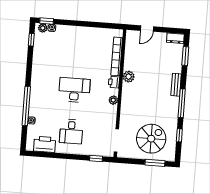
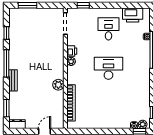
printer: (114, 82) -> (72, 51), moved
desk: (74, 90) -> (108, 68), turned 180
spiral stairs: (151, 139) -> (33, 28), removed

